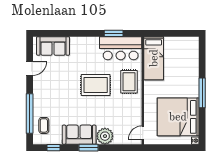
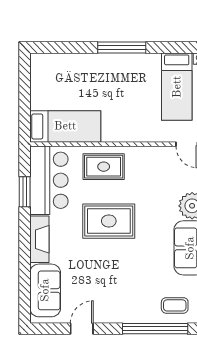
fireplace: (84, 42) -> (39, 239), added
door: (30, 68) -> (82, 329), hinge flipped
rug: (96, 85) -> (109, 221), turned 90
bed: (178, 117) -> (177, 87), width x0.49

